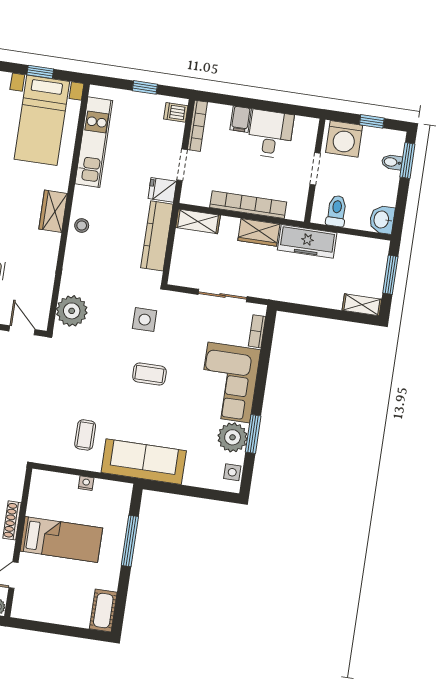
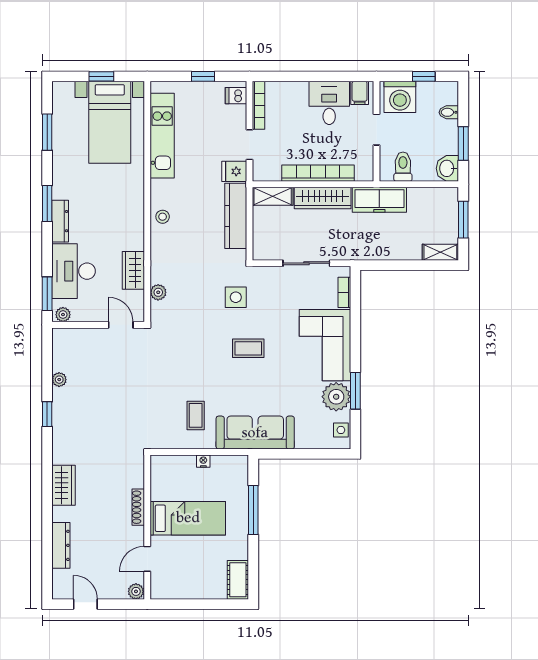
filing cabinet: (241, 119) -> (360, 93), moved
window: (407, 160) -> (463, 144), moved
wardrobe: (53, 211) -> (133, 270), moved
wardrobe: (259, 232) -> (323, 198), width x1.50
plant: (72, 311) -> (158, 292), width x0.53, depth x0.53

